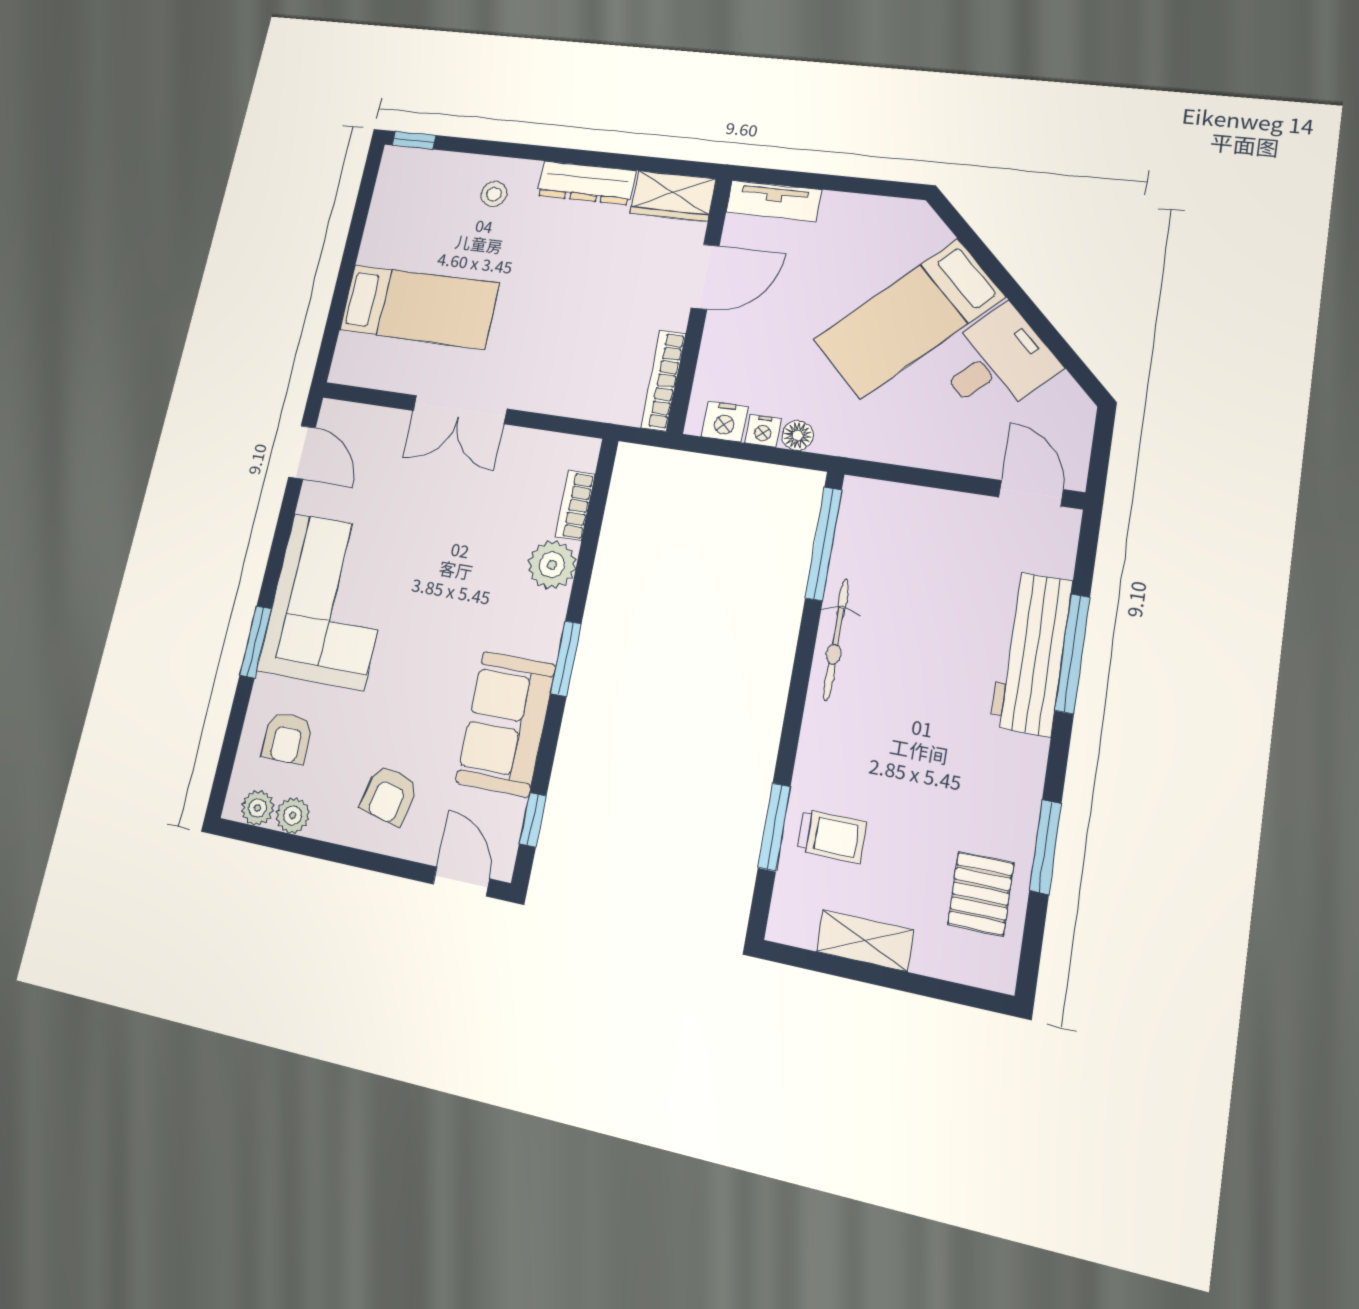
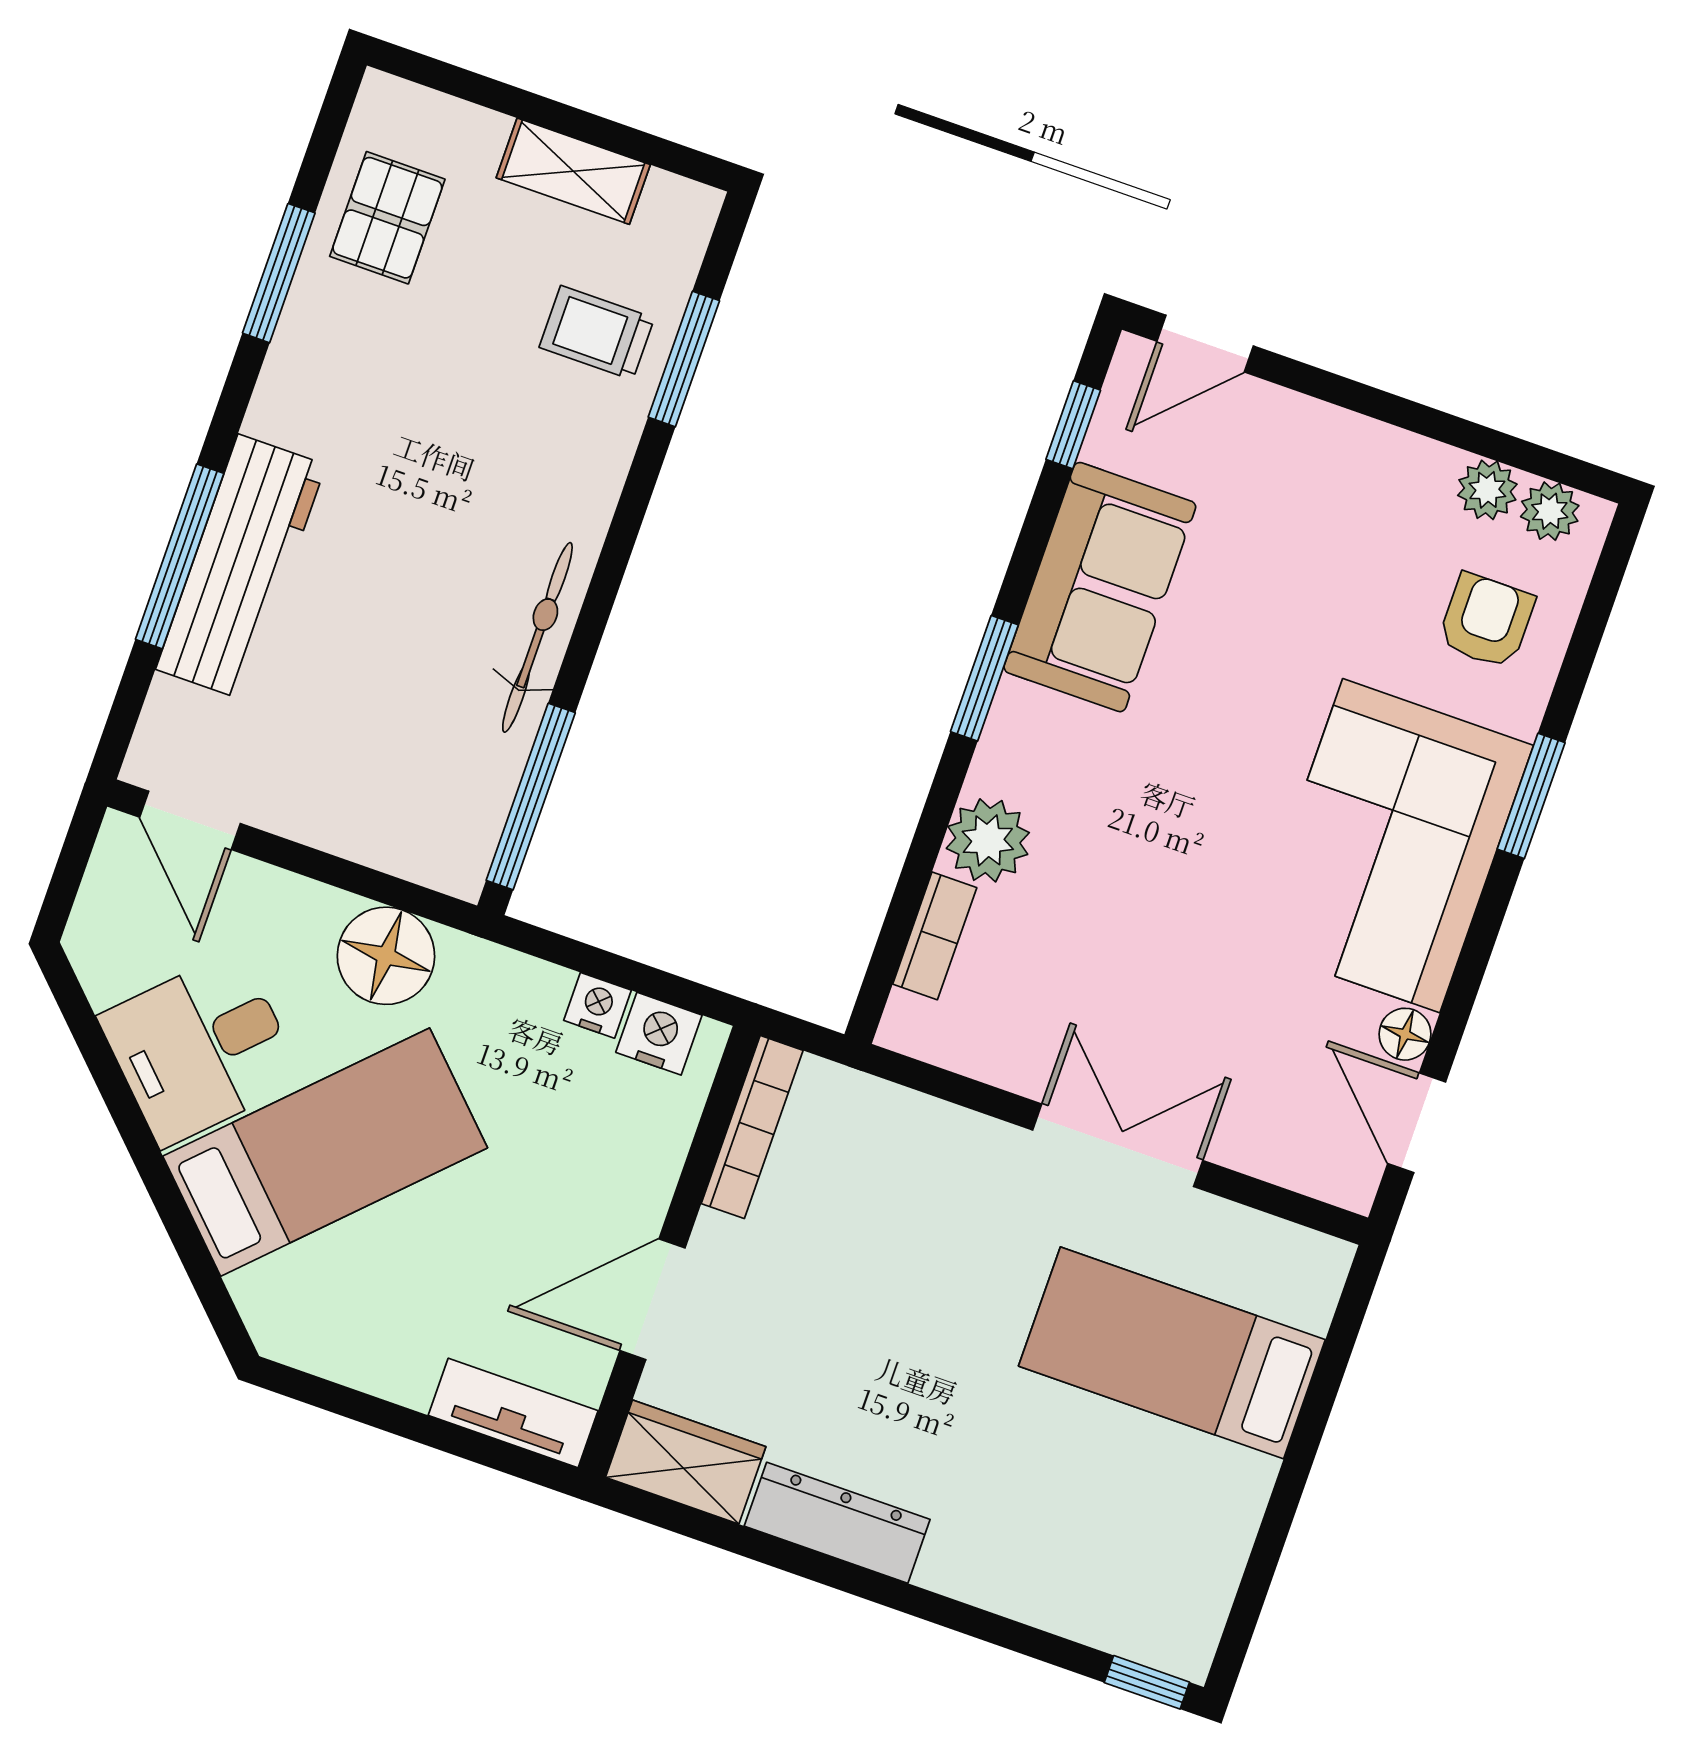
stool: (494, 194) -> (1008, 1540), removed
floor lamp: (798, 435) -> (386, 956), moved, width x1.89, depth x1.89
floor lamp: (312, 499) -> (1405, 1034), added
armchair: (389, 795) -> (1314, 499), removed
door: (461, 881) -> (1205, 344), hinge flipped

